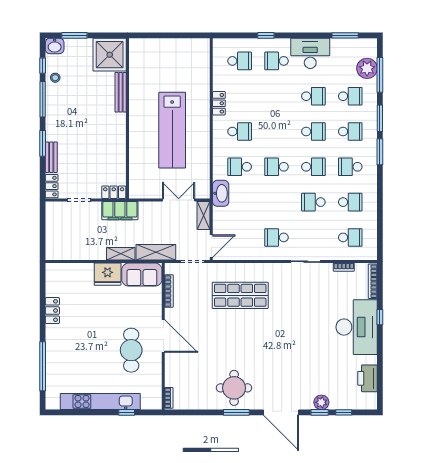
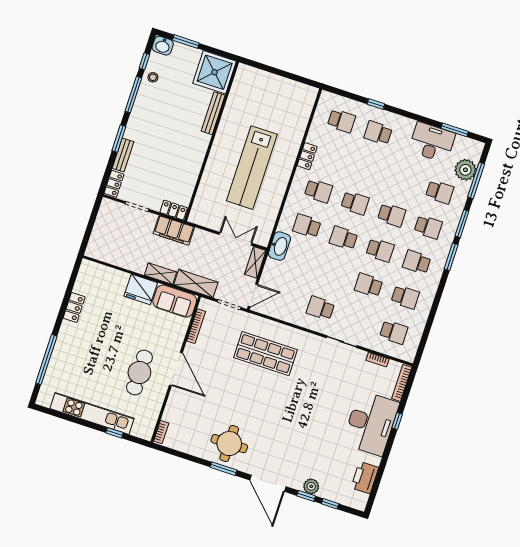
desk: (310, 53) -> (432, 142), moved
school desk: (313, 96) -> (355, 203), moved

